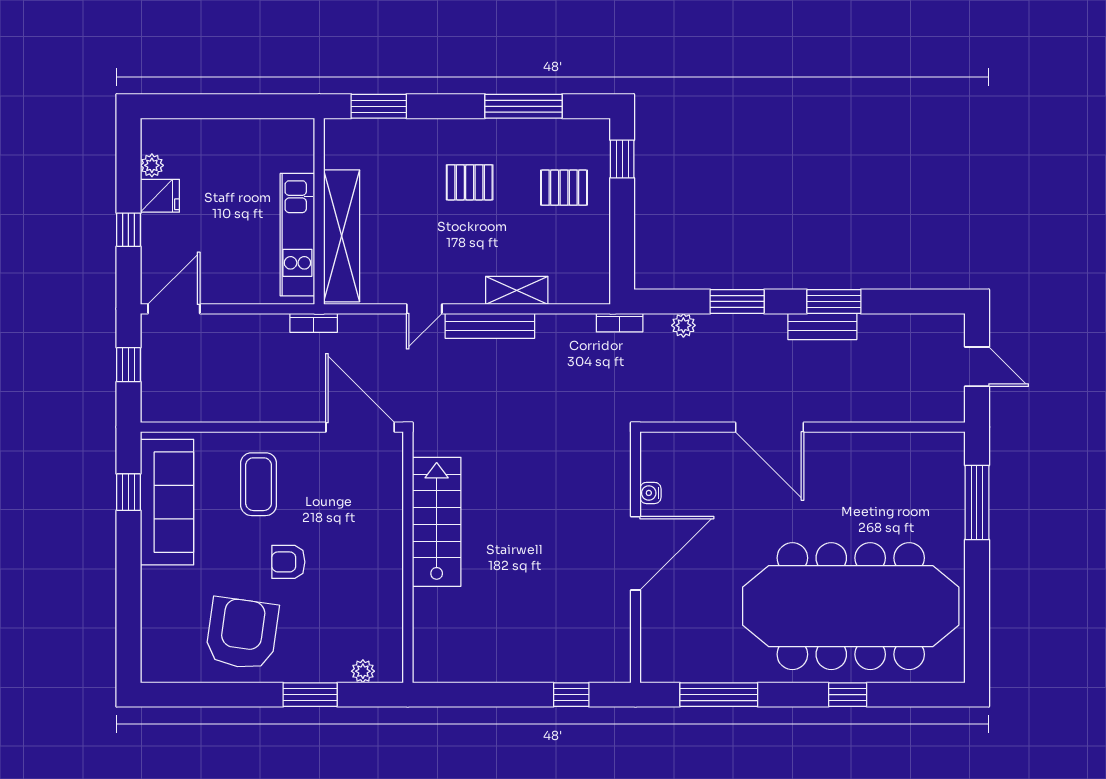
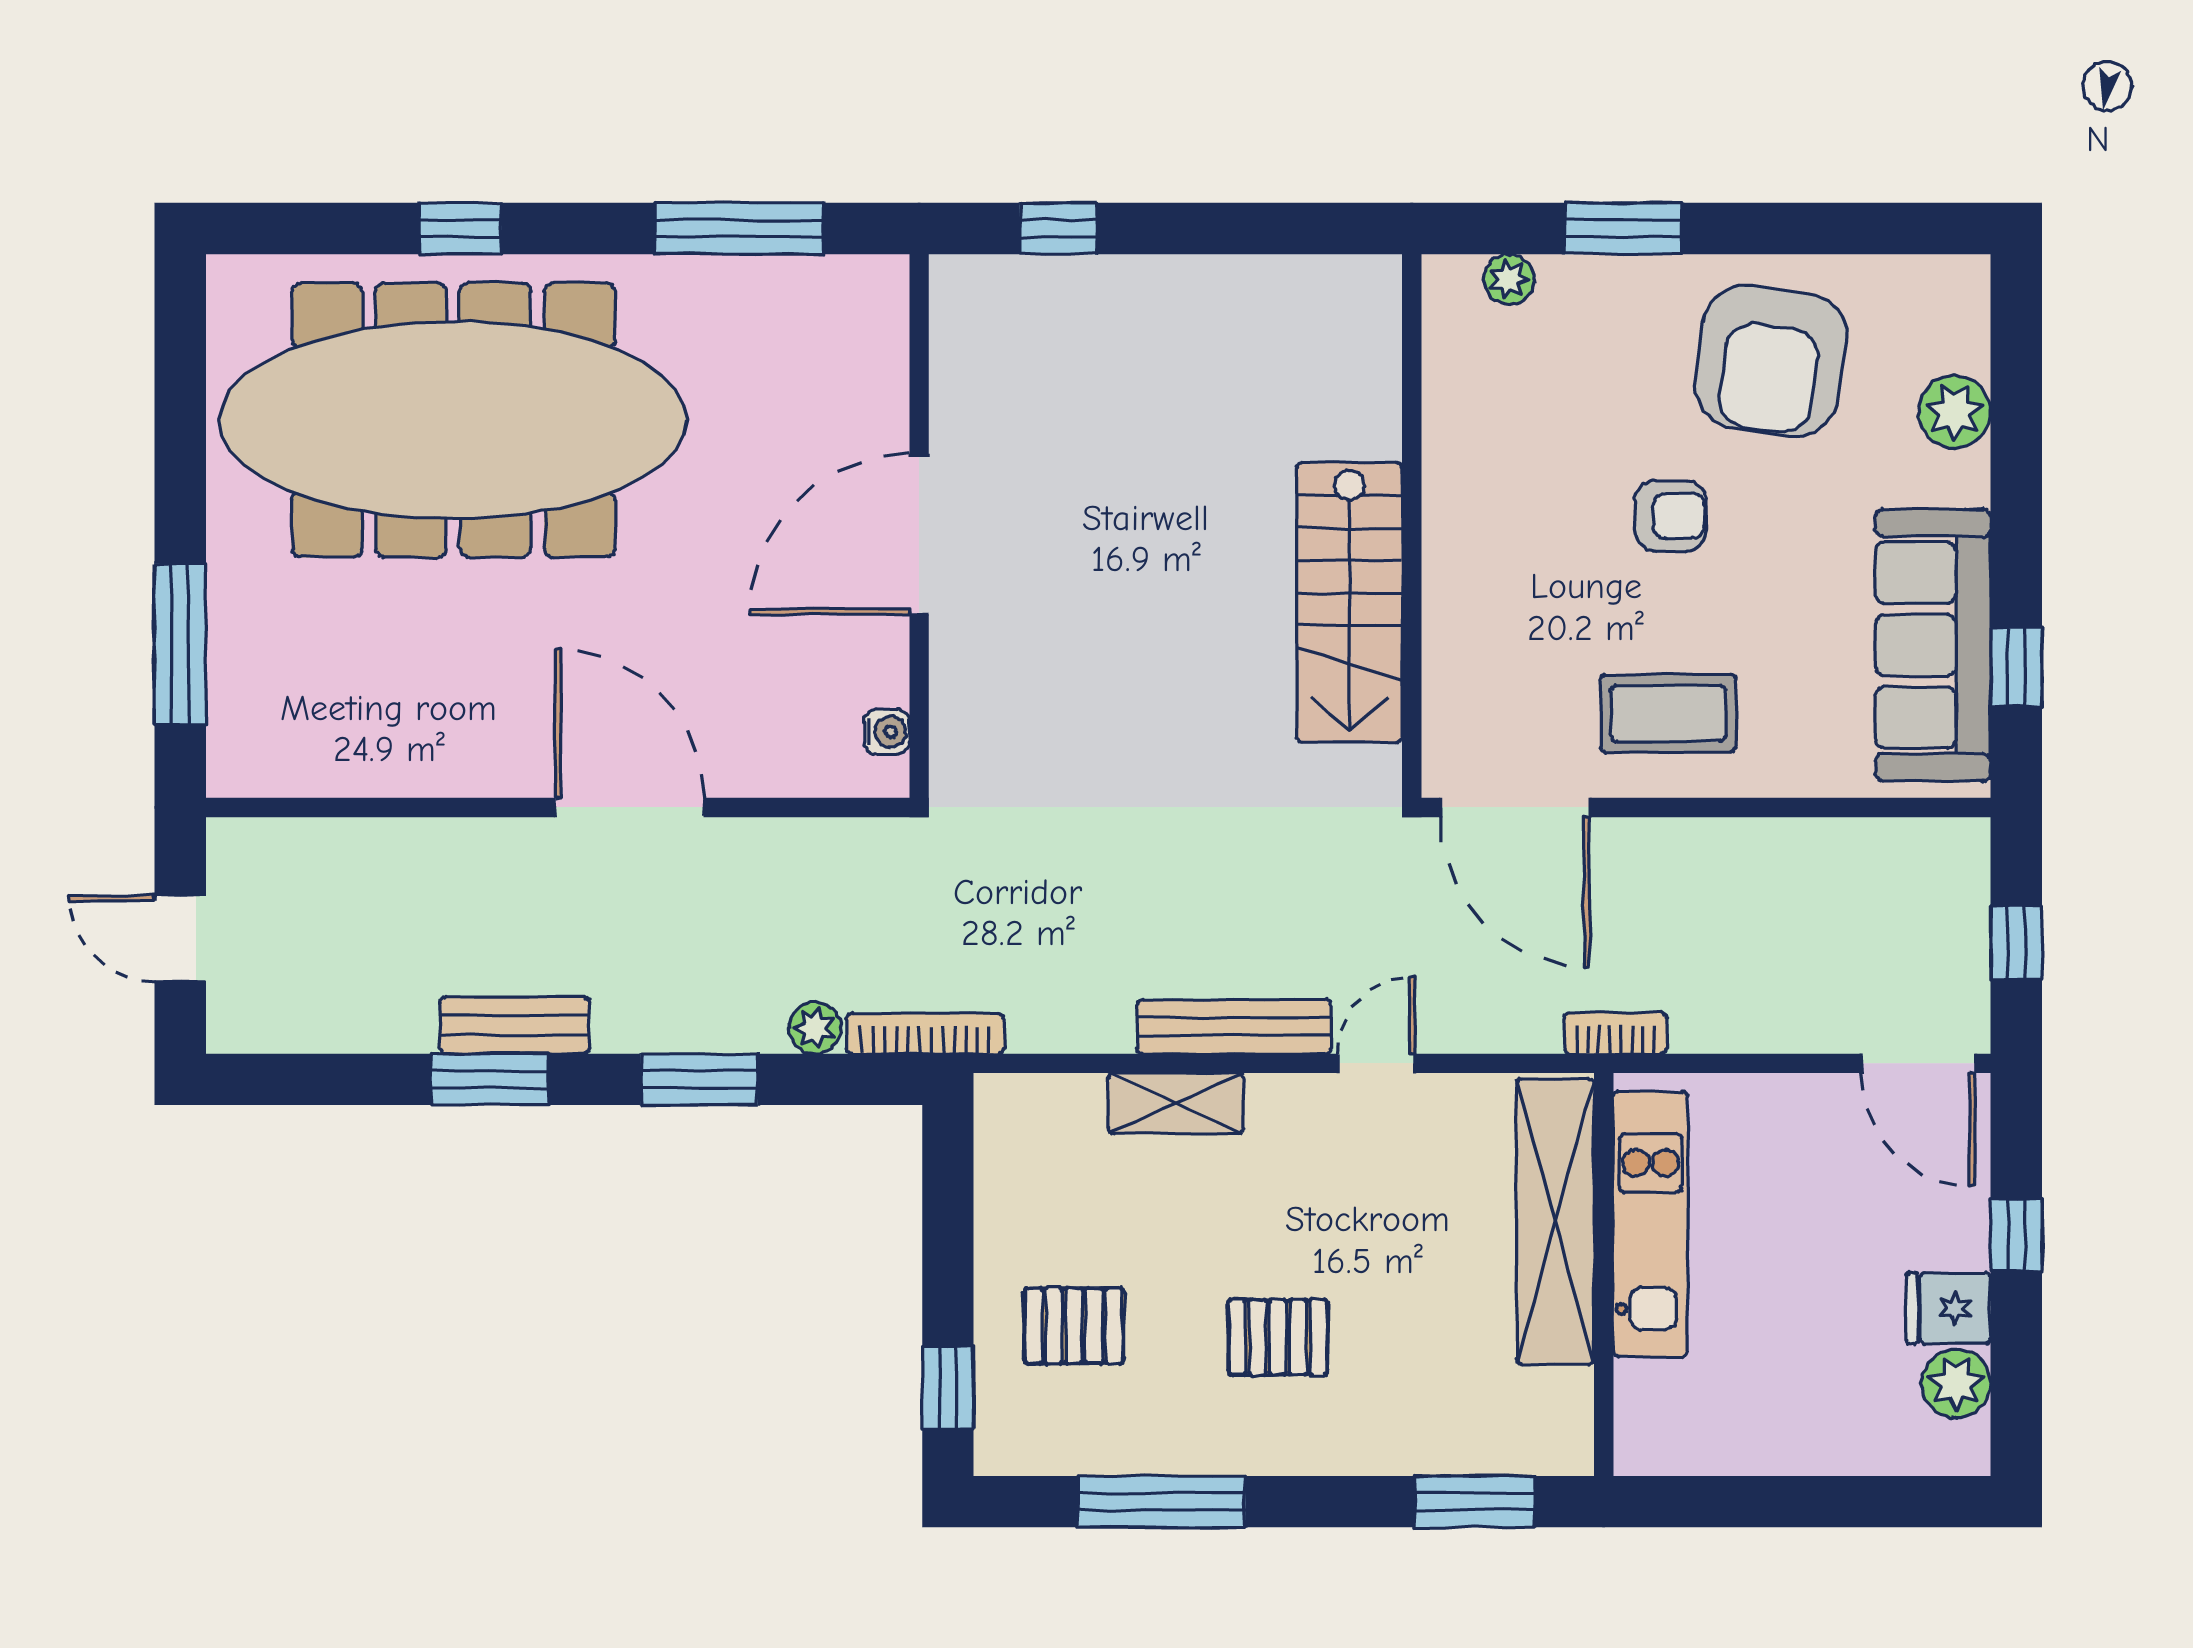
plant: (152, 165) -> (1956, 1383), width x1.38, depth x1.38
door: (174, 309) -> (1918, 1063), hinge flipped
bookcase: (620, 323) -> (925, 1034), width x1.56
coffee table: (259, 484) -> (1668, 713), moved, turned 90
water cooler: (650, 493) -> (887, 732), moved
plant: (157, 610) -> (1955, 412), added

